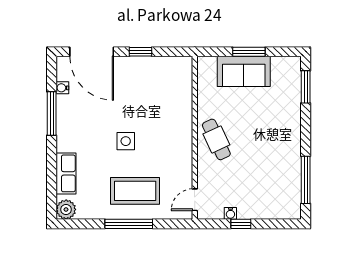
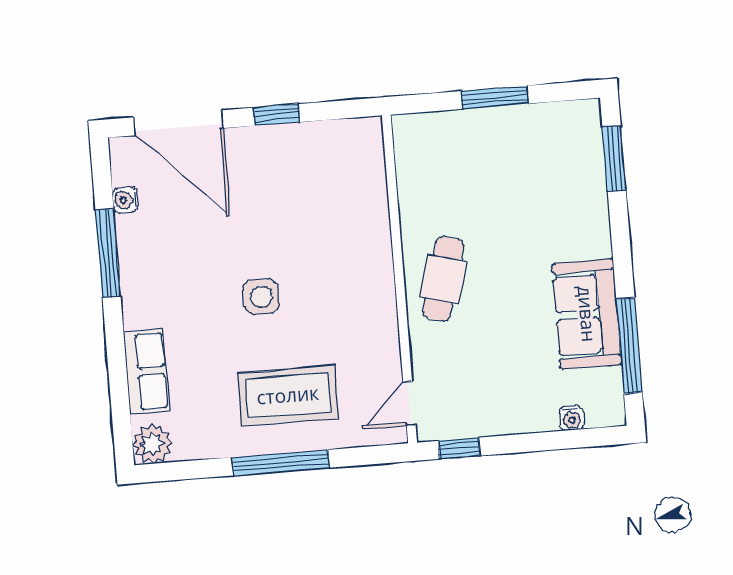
sofa: (244, 71) -> (587, 314), moved, turned 90
cafe table: (216, 139) -> (443, 279), turned 41
water cooler: (230, 213) -> (572, 418), moved
window: (241, 224) -> (459, 448), moved

